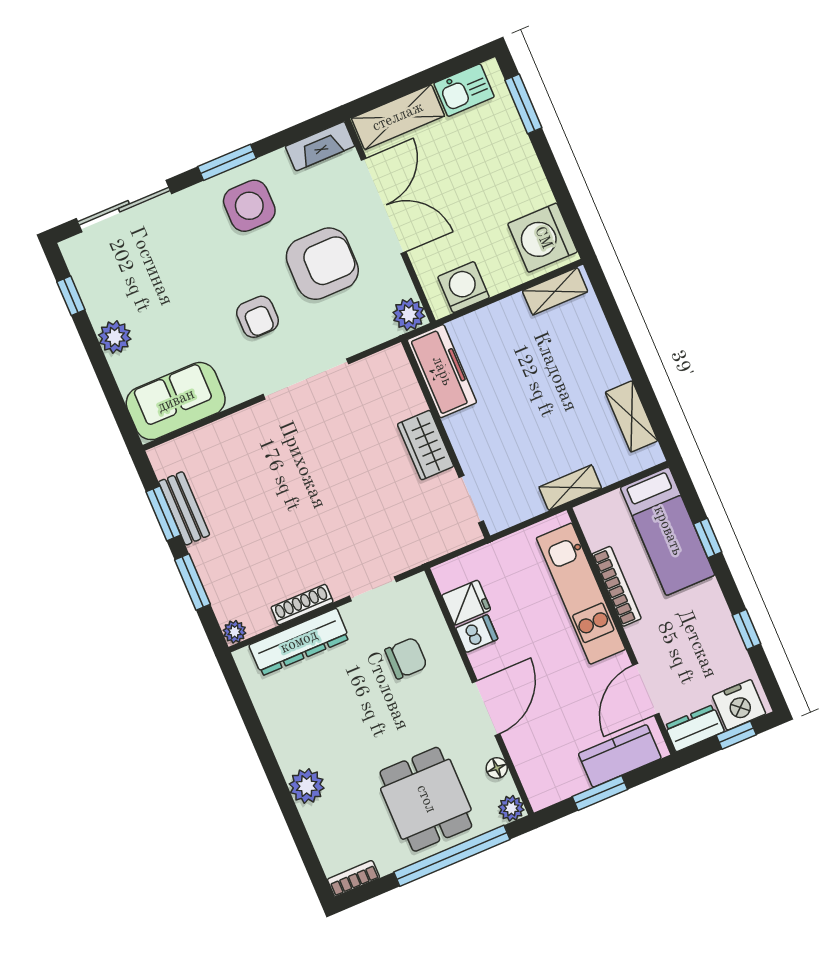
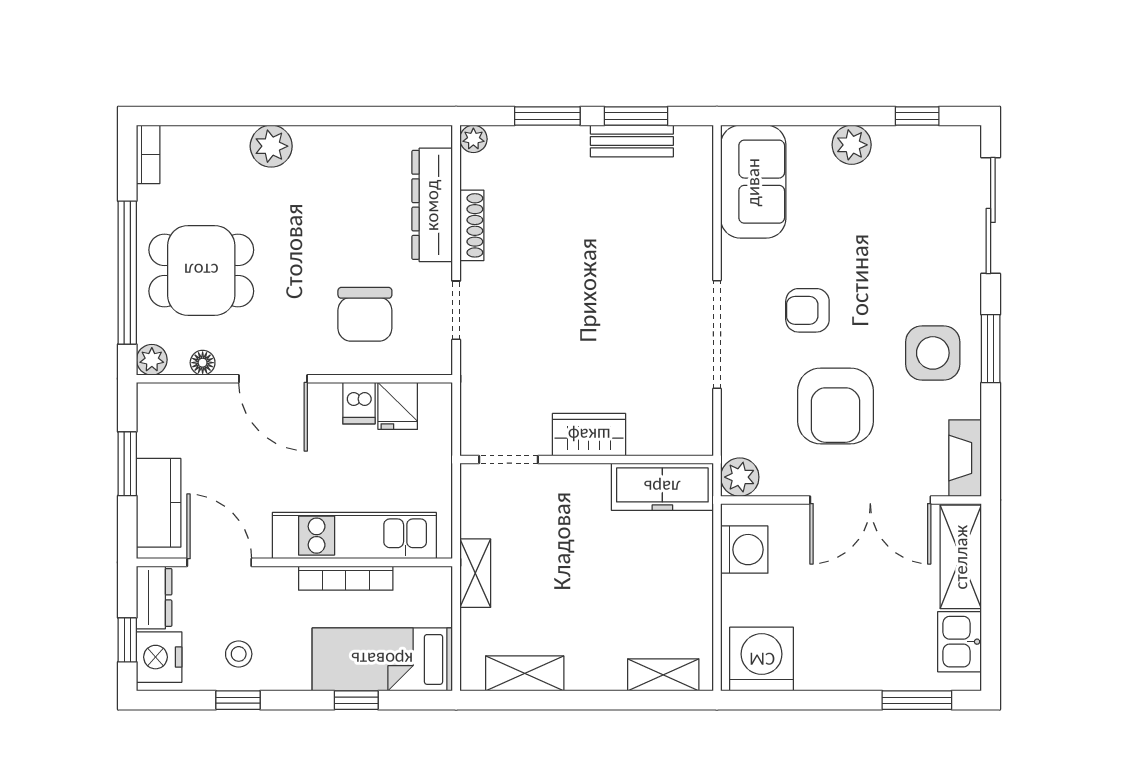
shelving: (555, 291) -> (663, 675), moved, turned 90
stool: (711, 644) -> (239, 654), added
chair: (406, 658) -> (365, 314), width x1.37, depth x1.37

